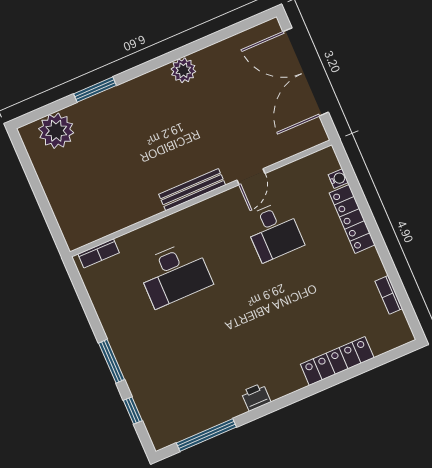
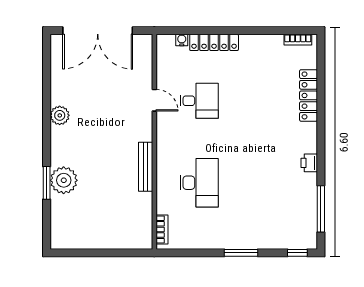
plant: (56, 131) -> (64, 180), moved
bench: (192, 190) -> (146, 167), moved
bookcase: (389, 295) -> (298, 40), moved
window: (133, 411) -> (297, 253), moved

